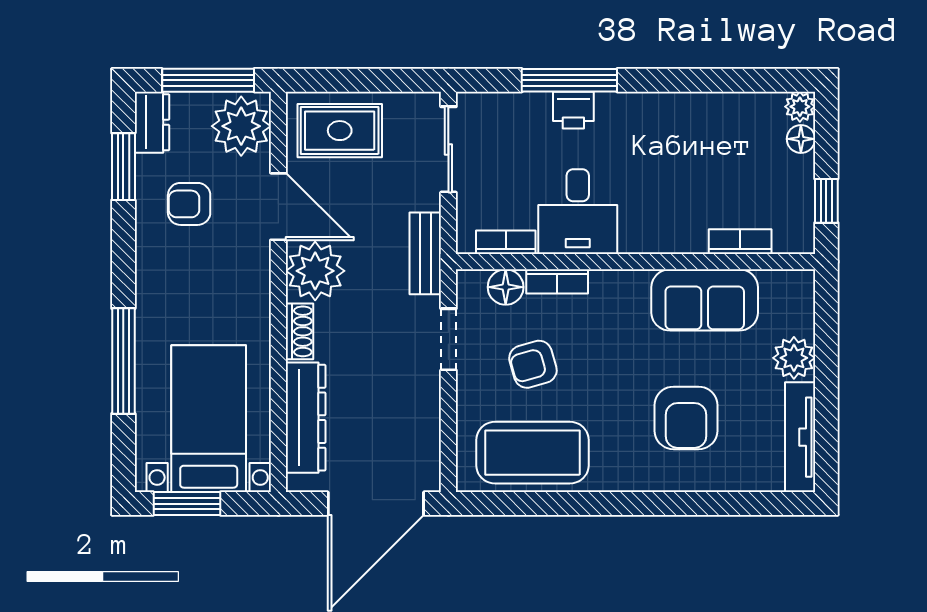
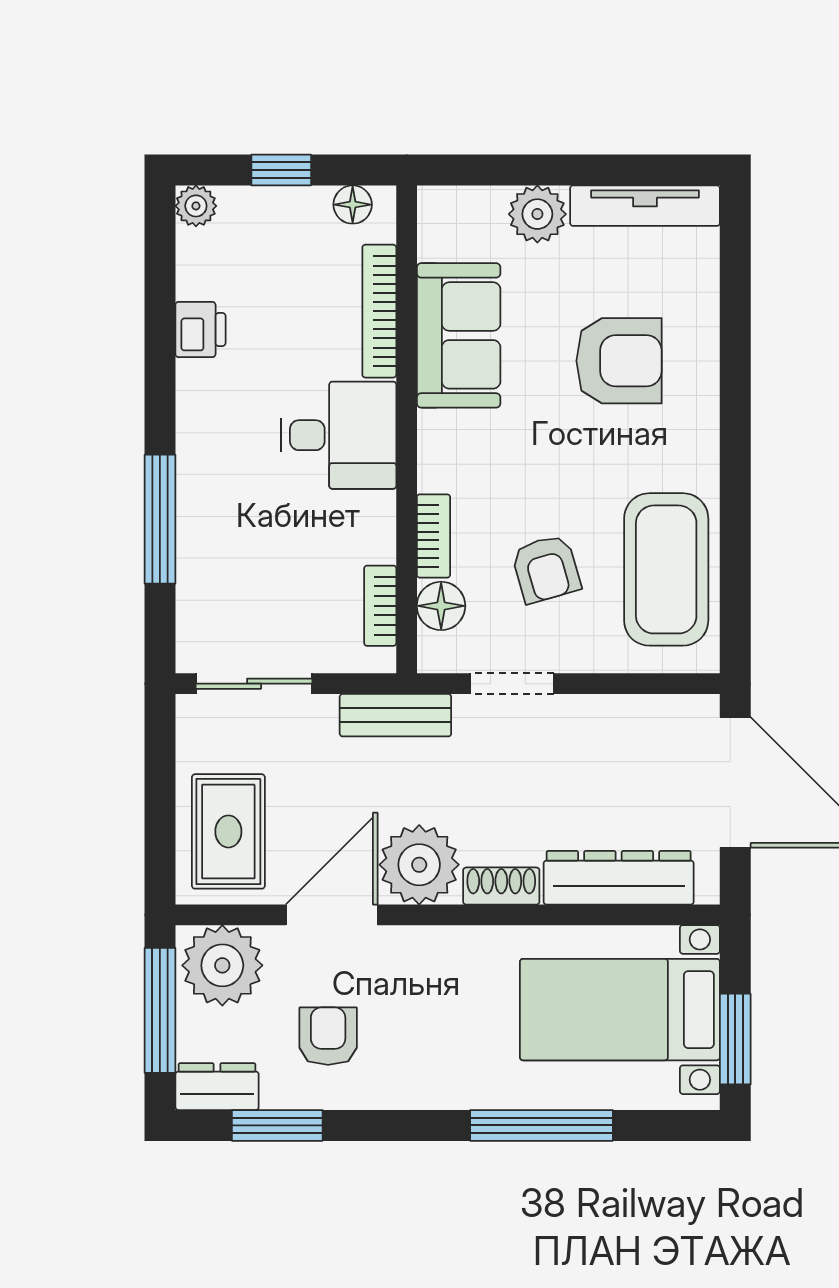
printer: (573, 110) -> (200, 329), moved
floor lamp: (801, 139) -> (353, 205), moved
window: (826, 201) -> (281, 170), moved
armchair: (189, 204) -> (328, 1036), turned 180
desk: (578, 212) -> (338, 435), moved
bookcase: (740, 242) -> (379, 311), width x1.56

